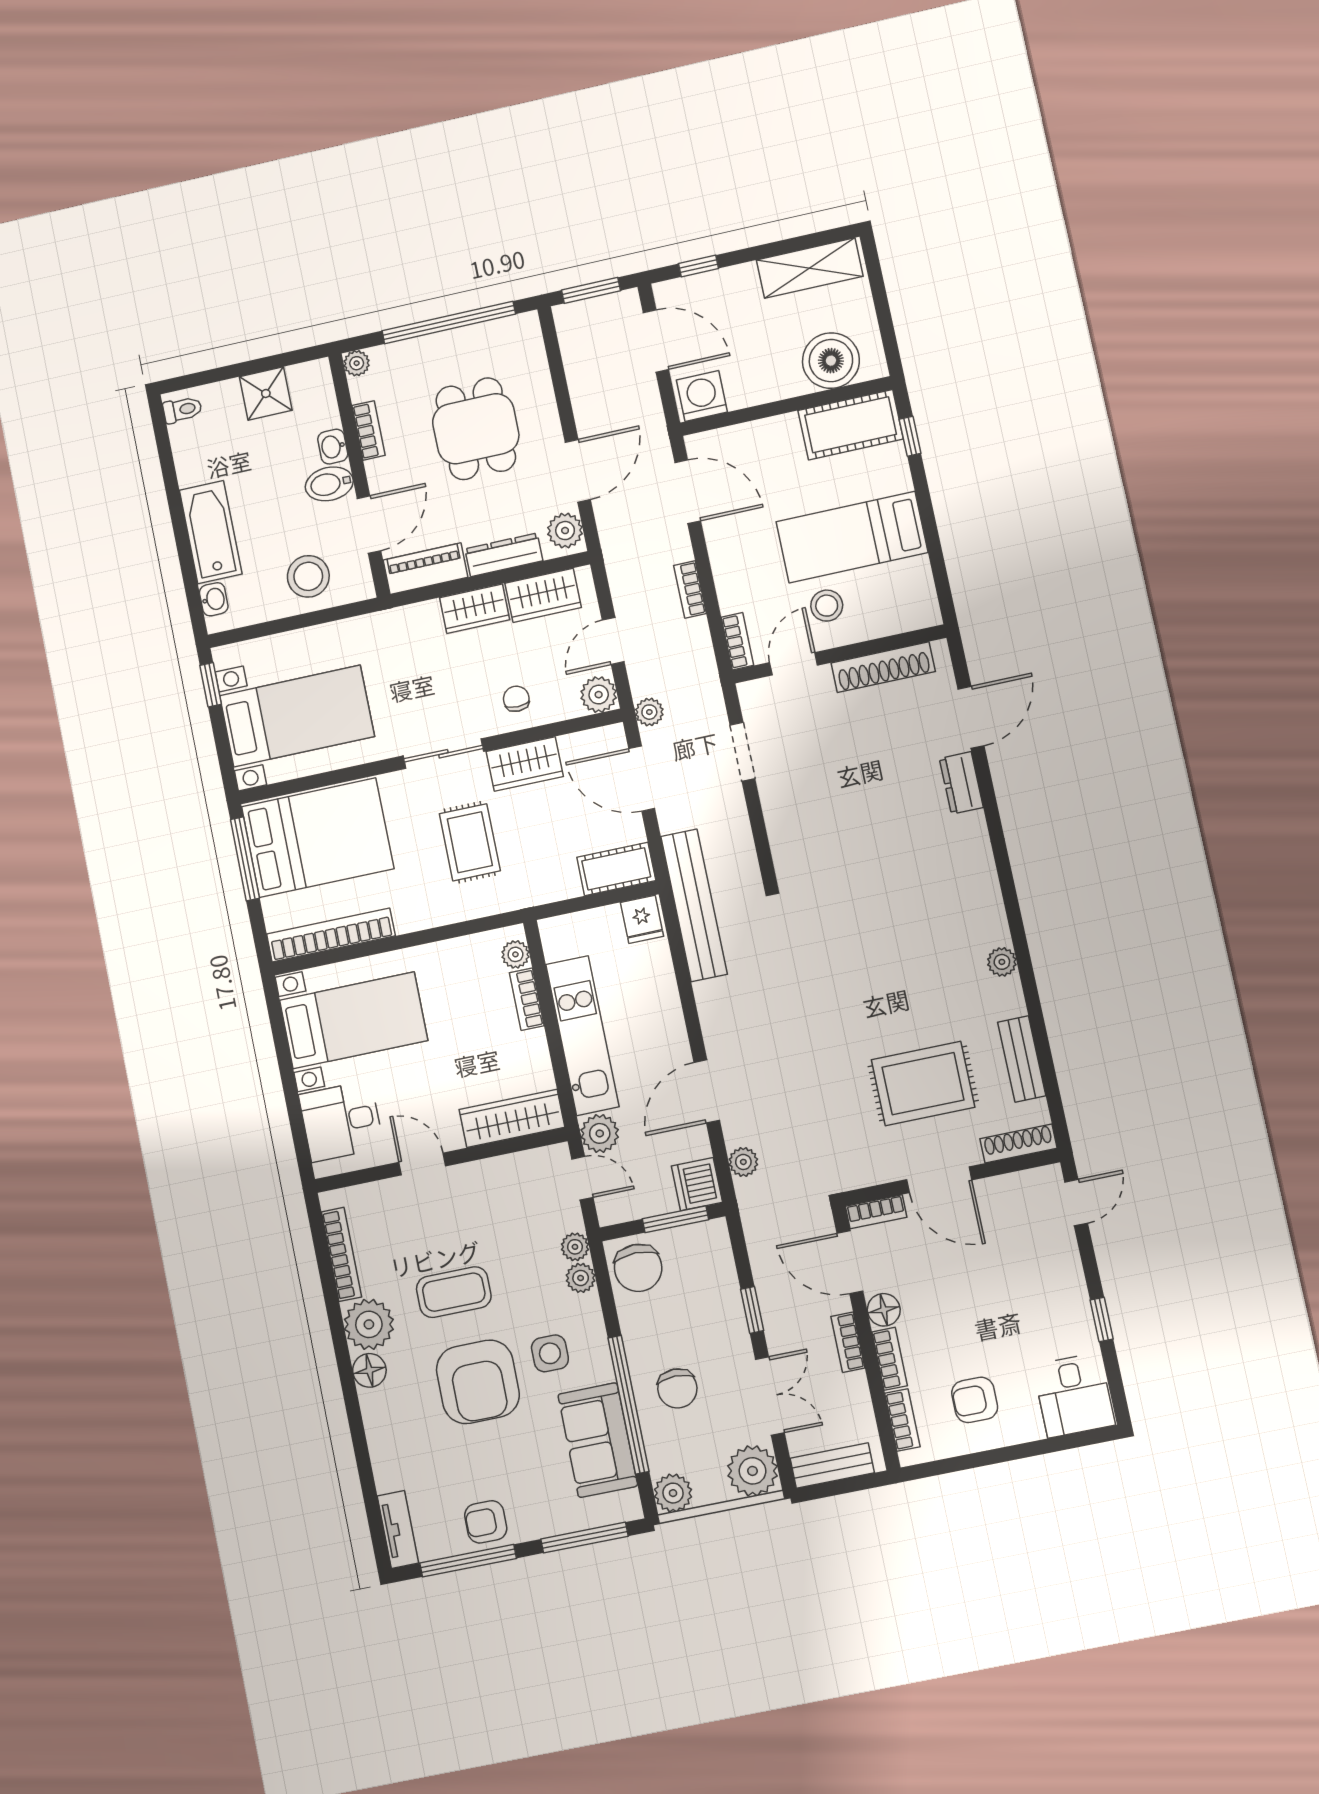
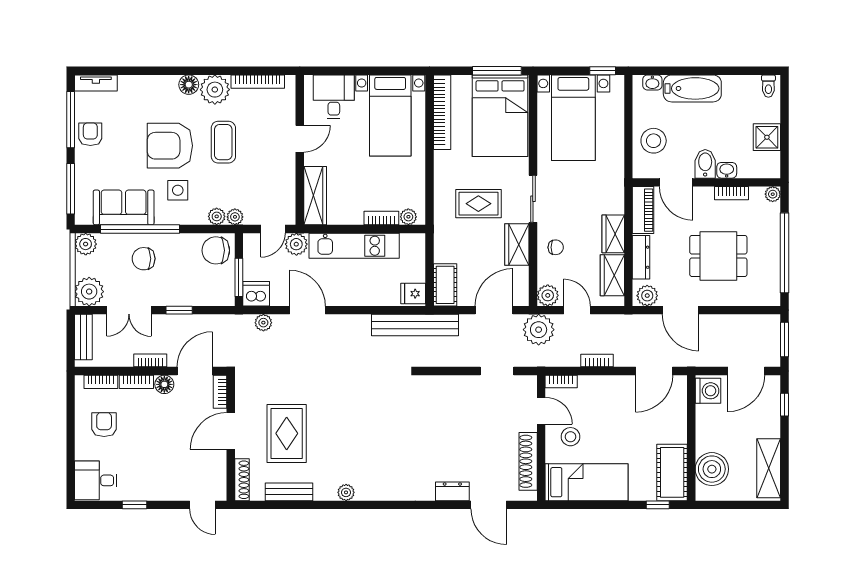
bed: (852, 537) -> (587, 482), moved, turned 90
plant: (649, 712) -> (539, 330), width x1.88, depth x1.88

